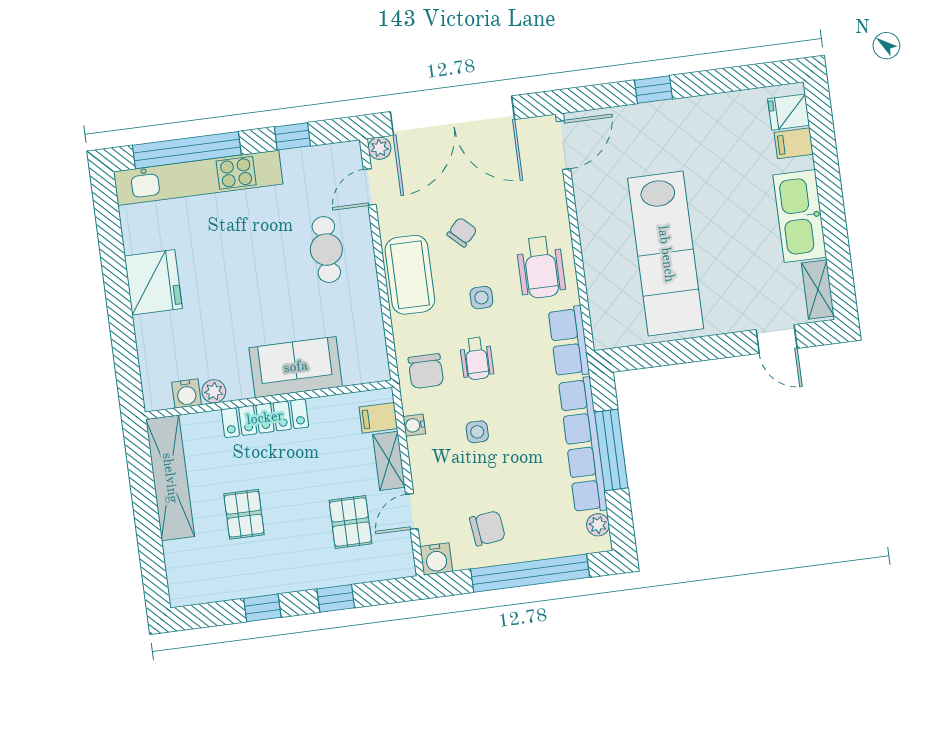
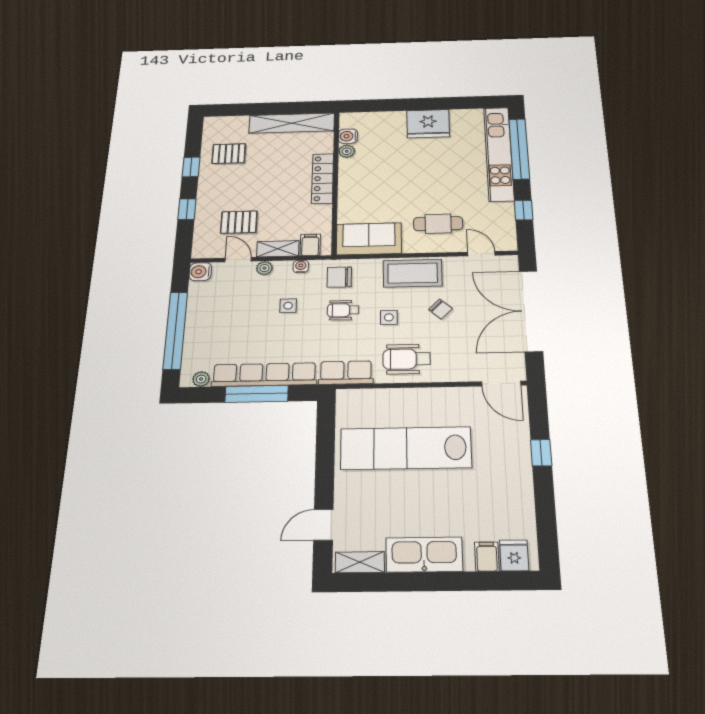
plant: (380, 148) -> (264, 268), moved
sofa: (296, 367) -> (369, 239), moved, turned -90
pallet: (244, 514) -> (229, 154), moved
chair: (487, 528) -> (215, 306), removed

